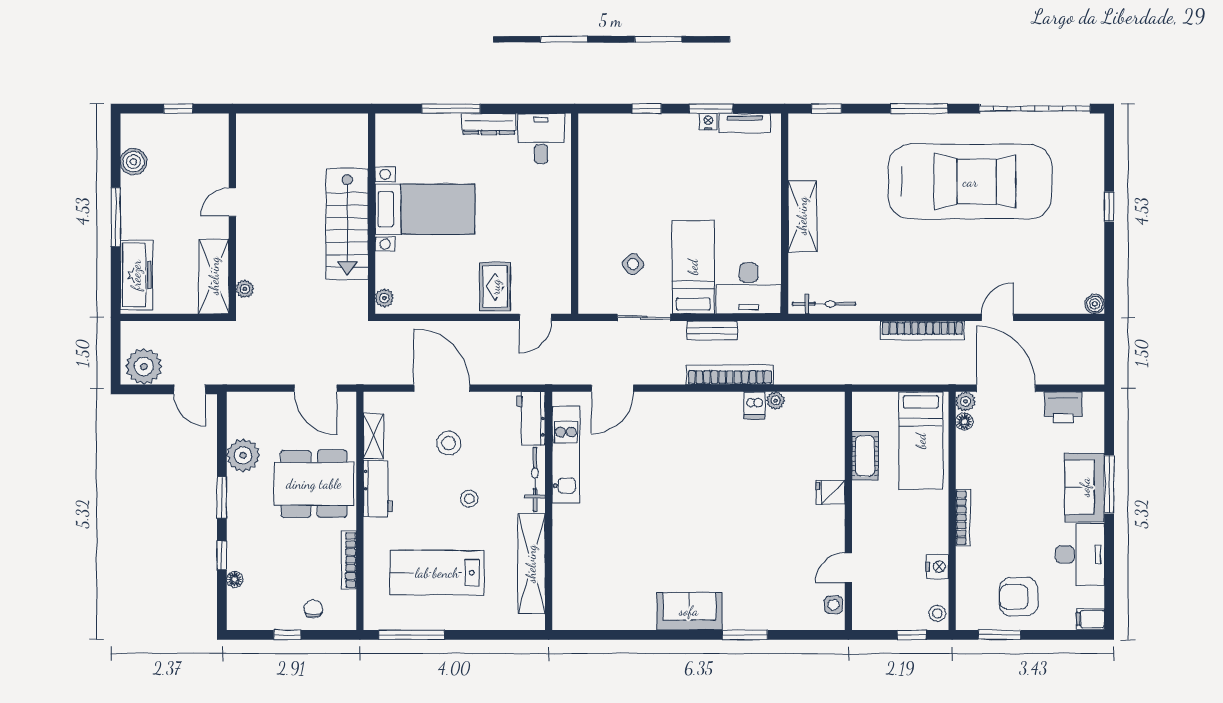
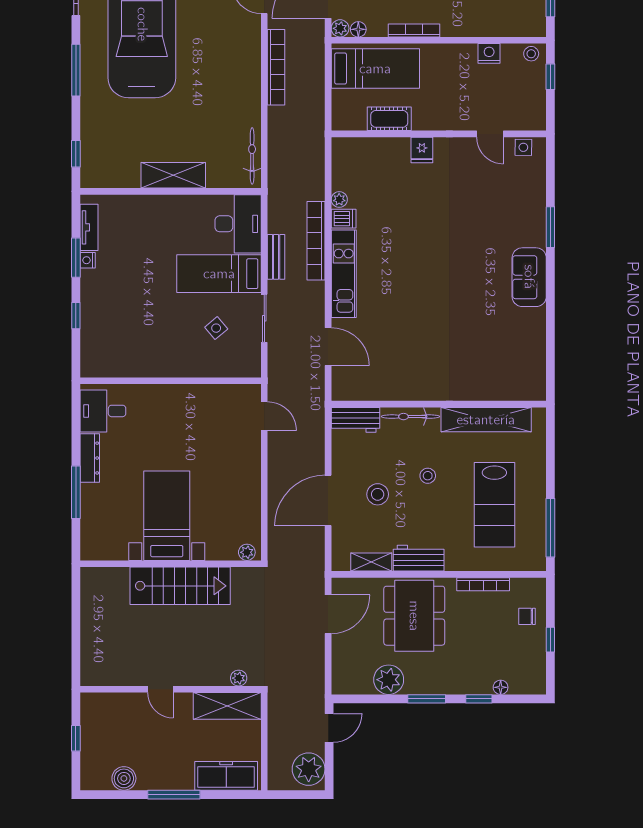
rug: (495, 287) -> (236, 452), removed
kitchen unit: (566, 454) -> (344, 274), moved, turned 90
bookcase: (963, 518) -> (414, 31), moved

